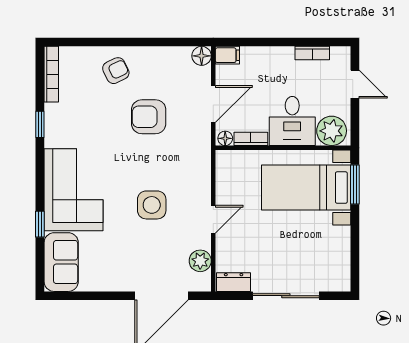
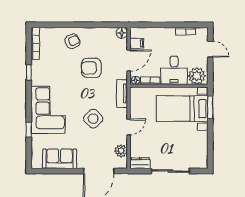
filing cabinet: (227, 55) -> (137, 43), moved
tv unit: (202, 161) -> (122, 94), added
side table: (152, 205) -> (93, 119), turned 45
sofa: (61, 262) -> (60, 159), moved, turned -90

